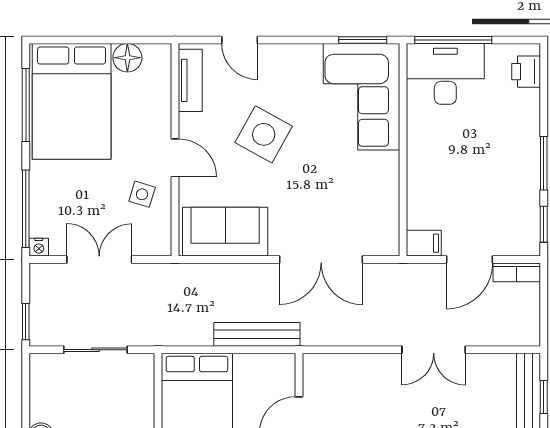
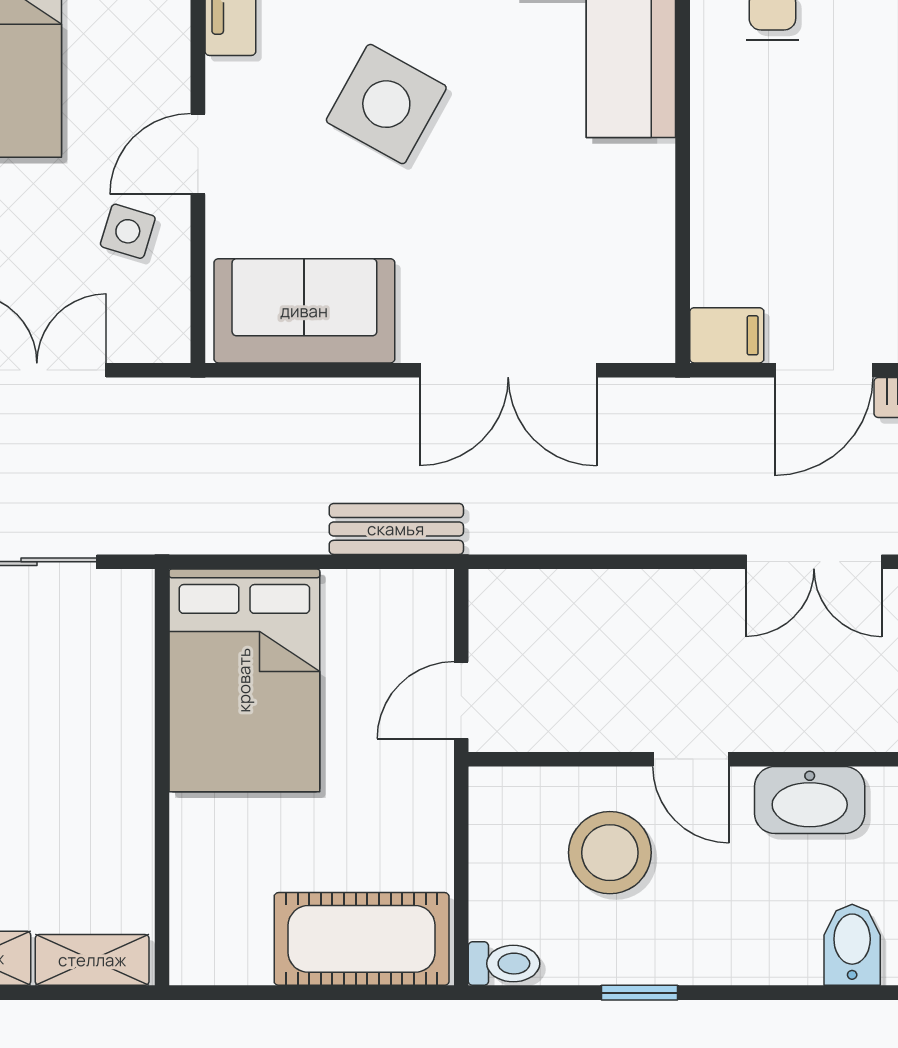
door: (175, 158) -> (198, 154), swing flipped
bench: (257, 334) -> (396, 529), width x0.73
double door: (434, 350) -> (814, 562), moved

